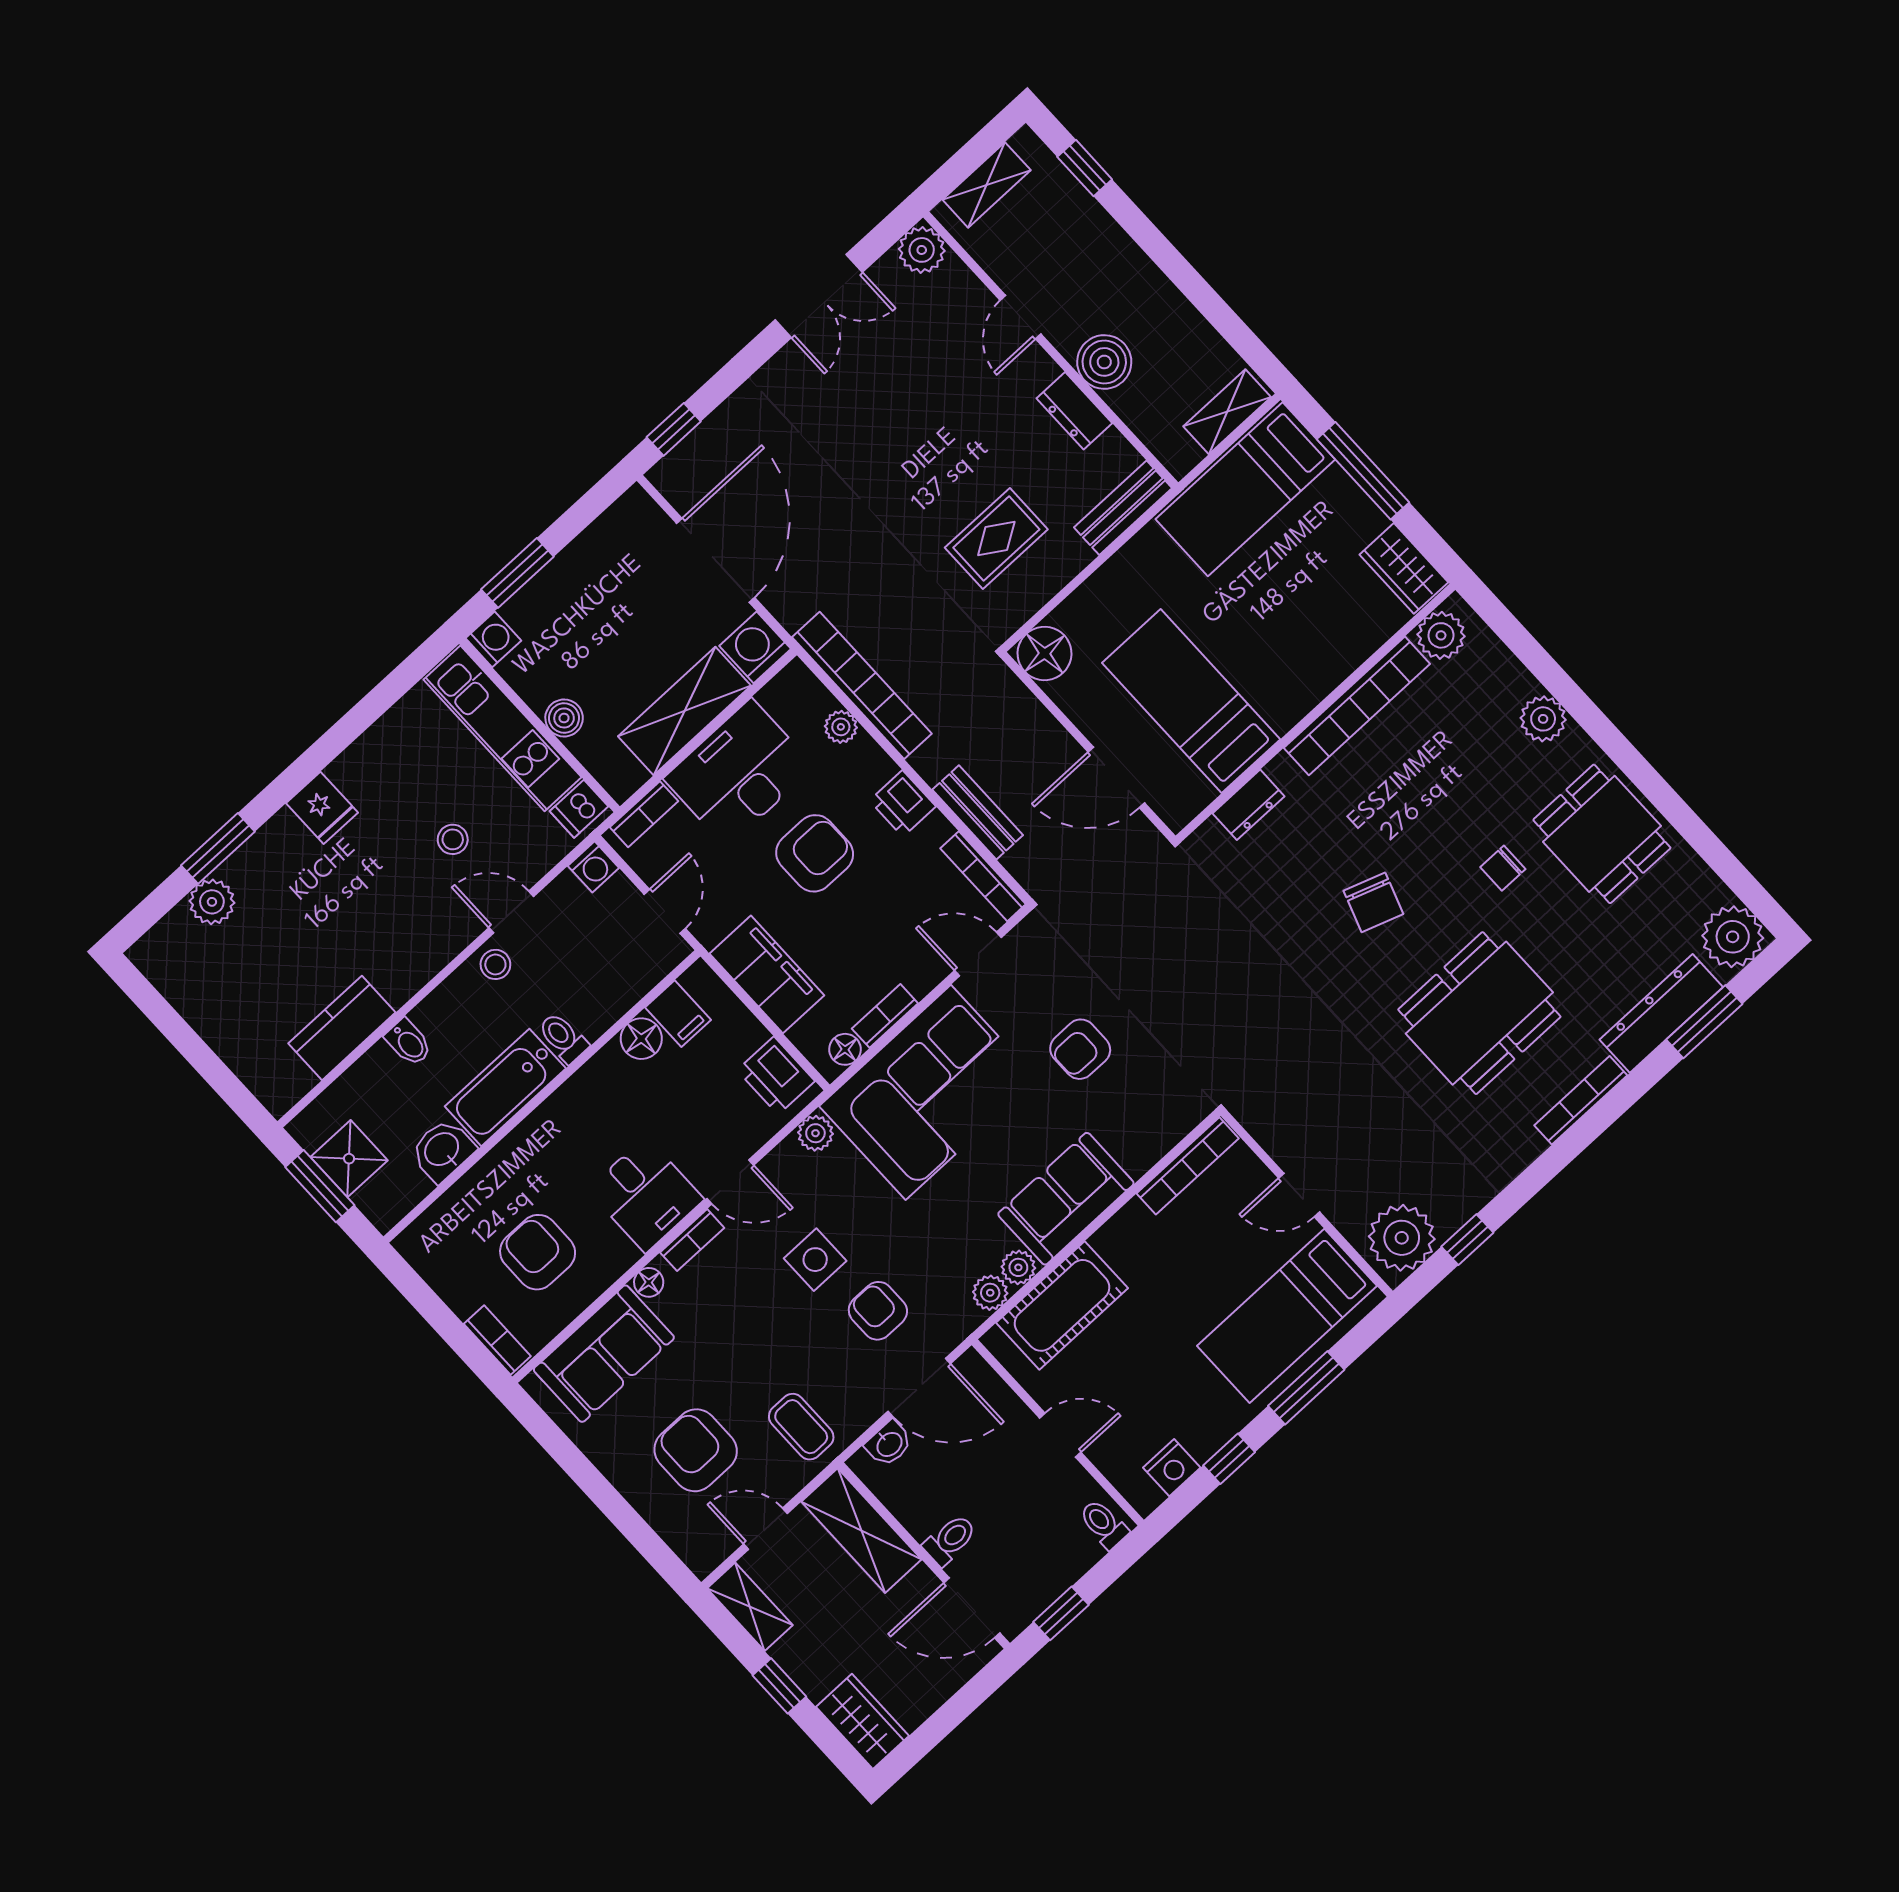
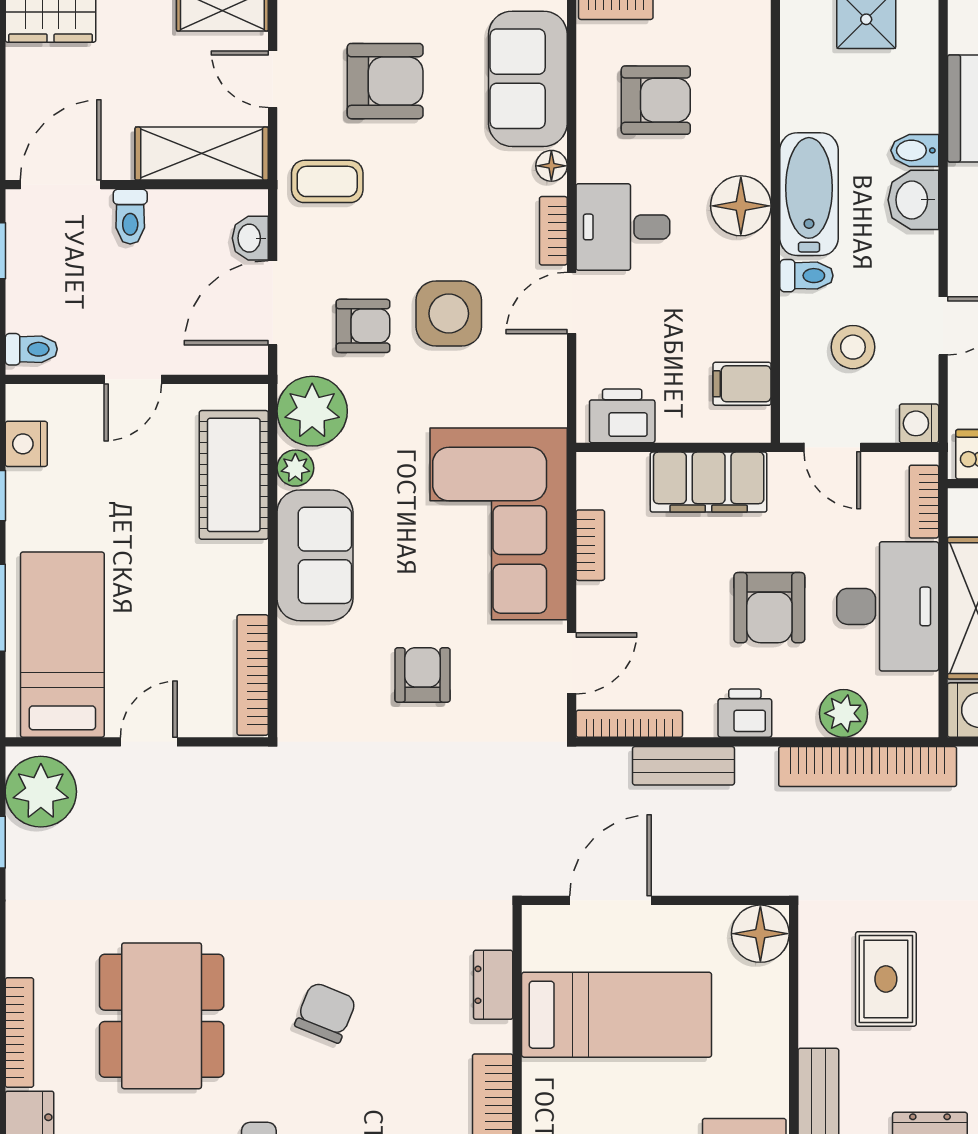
plant: (841, 727) -> (844, 713), width x1.38, depth x1.38
chair: (1373, 902) -> (326, 1013), turned 93
stool: (495, 964) -> (853, 347), moved, width x1.37, depth x1.37
floor lamp: (641, 1039) -> (741, 206), moved, width x1.38, depth x1.38
floor lamp: (845, 1049) -> (593, 489), removed
plant: (815, 1133) -> (548, 405), removed
washbasin: (443, 1150) -> (913, 200), moved, turned 180
side table: (815, 1260) -> (449, 314), width x1.37, depth x1.37
plant: (990, 1293) -> (312, 411), width x1.88, depth x1.88
door: (766, 1529) -> (273, 79), swing flipped

